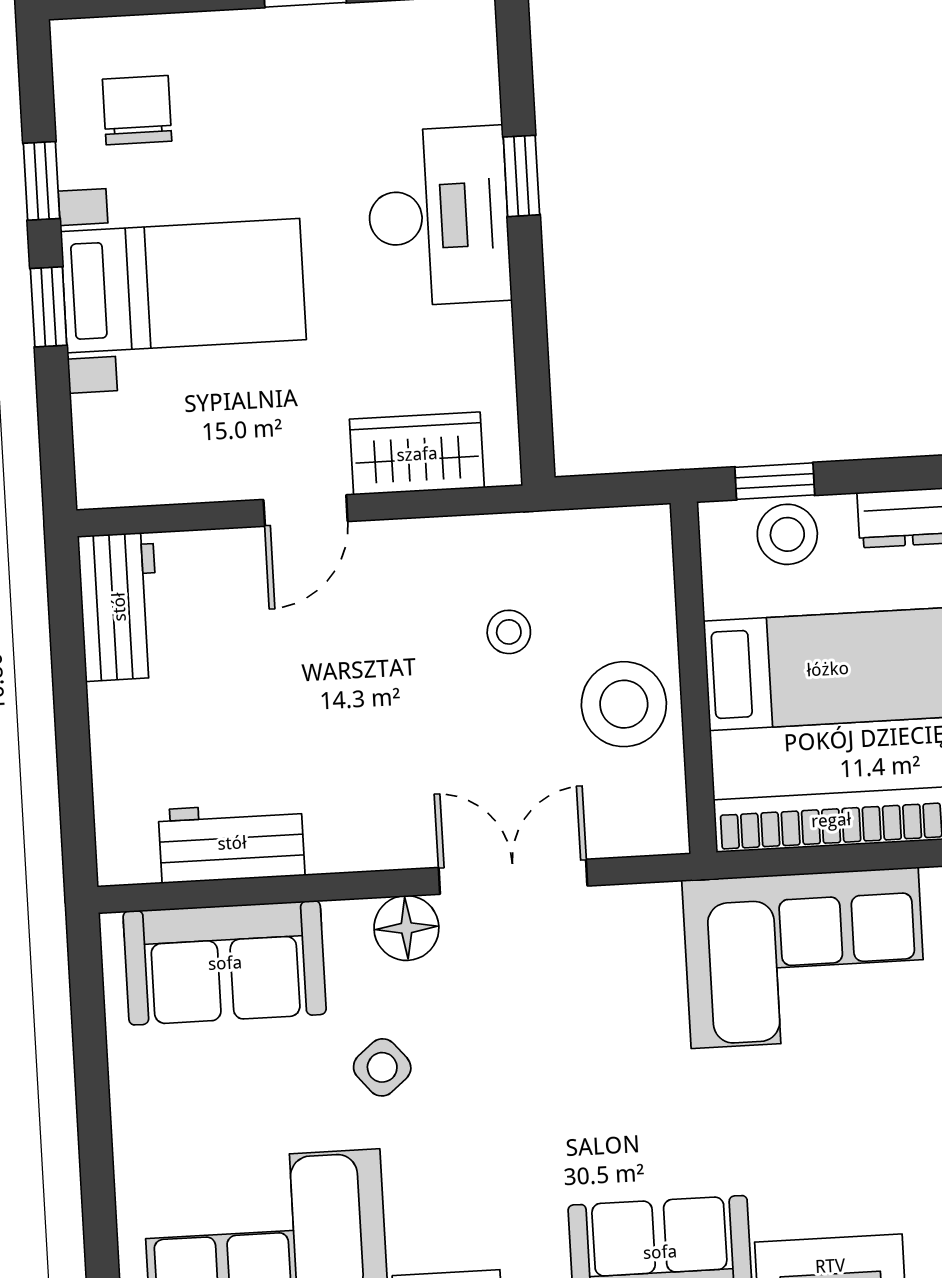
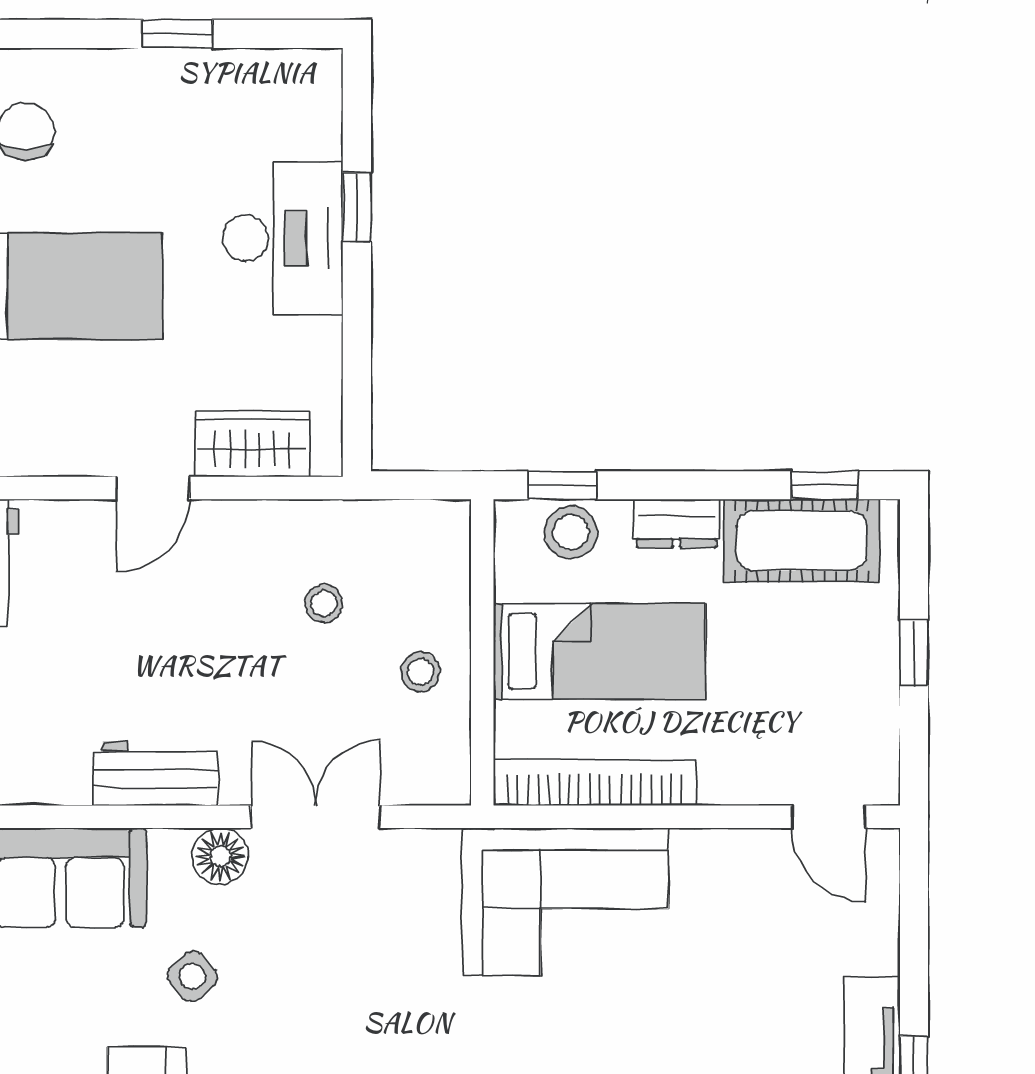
stool: (624, 704) -> (420, 672), width x0.53, depth x0.53
workbench: (232, 843) -> (155, 773), moved

